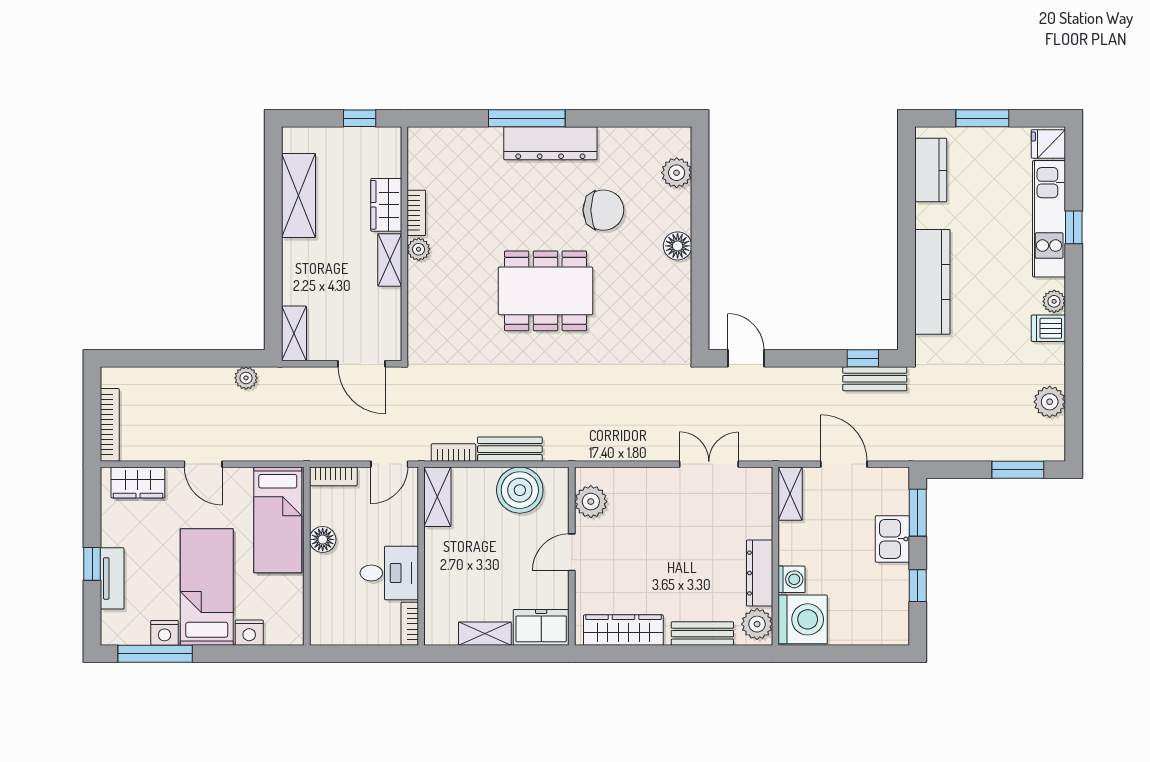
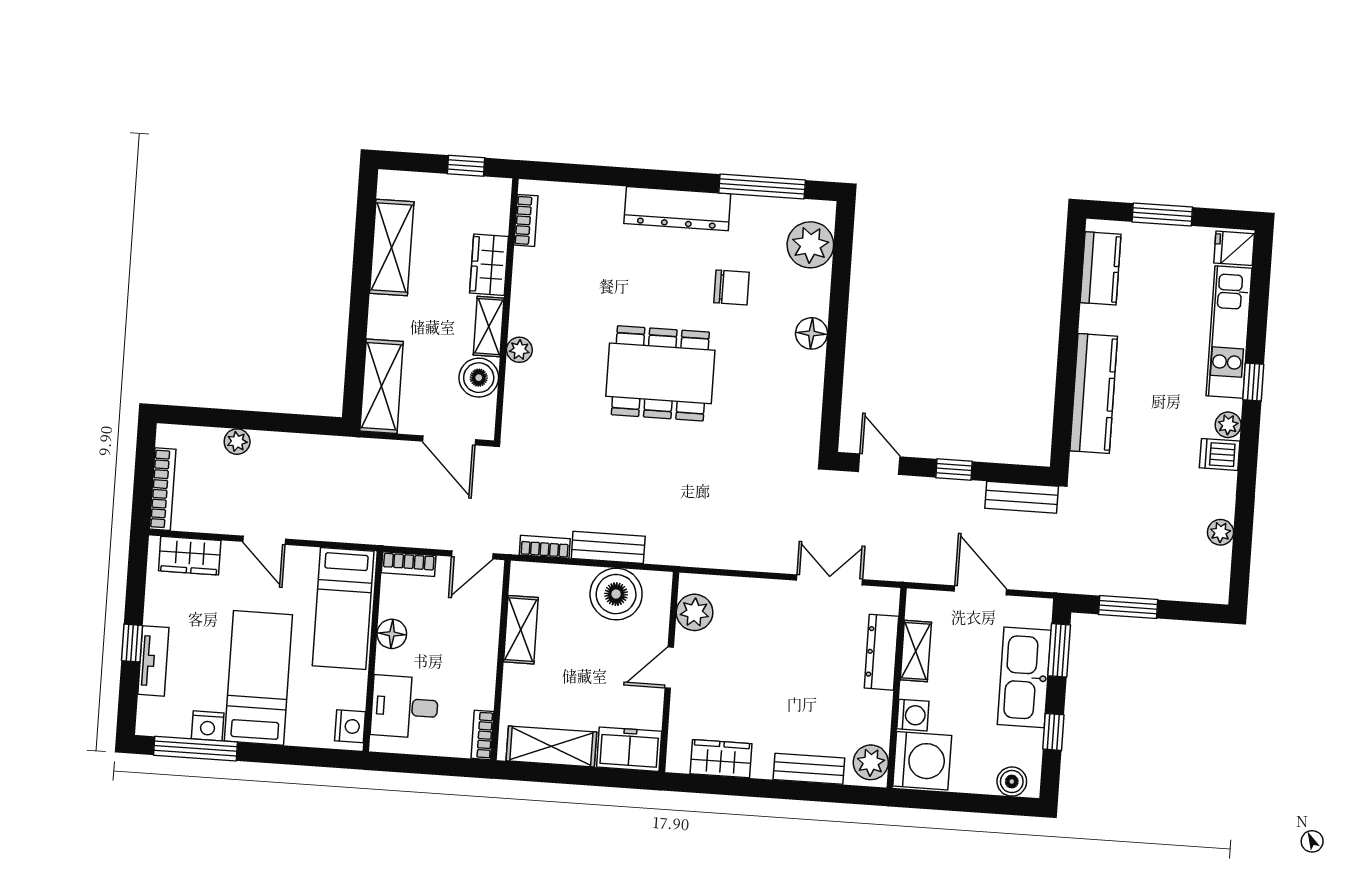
window: (527, 118) -> (762, 187), moved
plant: (677, 173) -> (810, 245), width x1.36, depth x1.36
chair: (603, 210) -> (731, 287), width x0.73, depth x0.73
bookcase: (416, 213) -> (526, 220), moved
window: (1074, 227) -> (1253, 382), moved
plant: (419, 249) -> (519, 350), moved
boiler: (384, 306) -> (479, 378), added
shelving: (294, 333) -> (382, 386), width x1.50, depth x1.33
window: (863, 358) -> (954, 469), moved
plant: (246, 378) -> (237, 442), moved
plant: (1050, 402) -> (1220, 532), width x0.73, depth x0.73
window: (1018, 470) -> (1128, 607), moved
shelving: (790, 494) -> (916, 651), moved
shelving: (437, 497) -> (521, 630), moved
kitchen sink: (892, 539) -> (1024, 677), width x1.87, depth x1.24
desk: (389, 573) -> (405, 707), moved, turned 180
dresser: (760, 573) -> (881, 652), moved
wardrobe: (623, 630) -> (721, 759), width x0.67
boiler: (884, 632) -> (1012, 782), added
nightstand: (249, 633) -> (350, 726), moved, turned -90
shelving: (485, 634) -> (551, 746), width x1.50, depth x1.33

